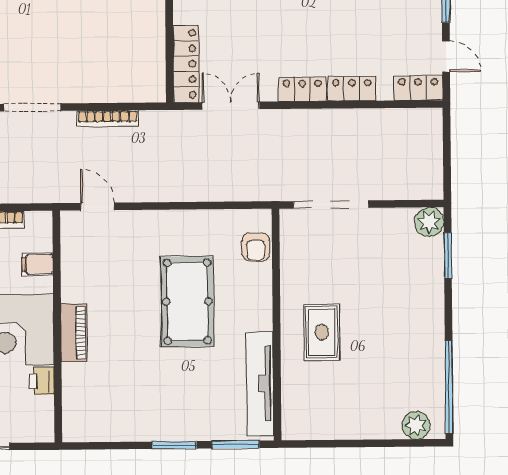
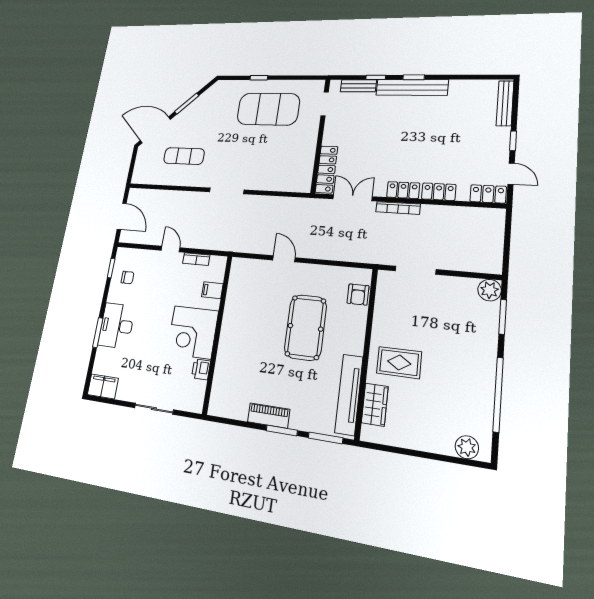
bookcase: (107, 118) -> (398, 208), moved
doorway: (331, 204) -> (415, 270), width x0.73
door: (97, 207) -> (284, 259), moved
rug: (322, 332) -> (399, 363), turned 90
piano: (74, 333) -> (269, 416), moved, turned -90
window: (449, 387) -> (498, 394), moved
wardrobe: (296, 391) -> (375, 405), added

